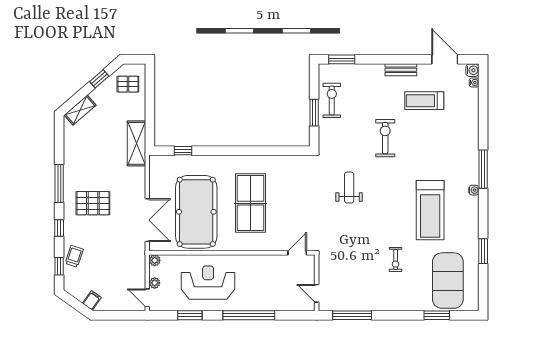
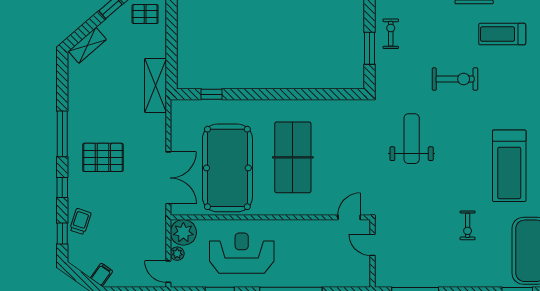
exercise bike: (332, 100) -> (391, 34), width x0.73, depth x0.72
exercise bike: (385, 138) -> (455, 79), turned 90
weight bench: (349, 188) -> (412, 139), width x1.36, depth x1.33
plant: (155, 260) -> (183, 232), width x1.87, depth x1.87
door: (317, 293) -> (373, 245), moved

